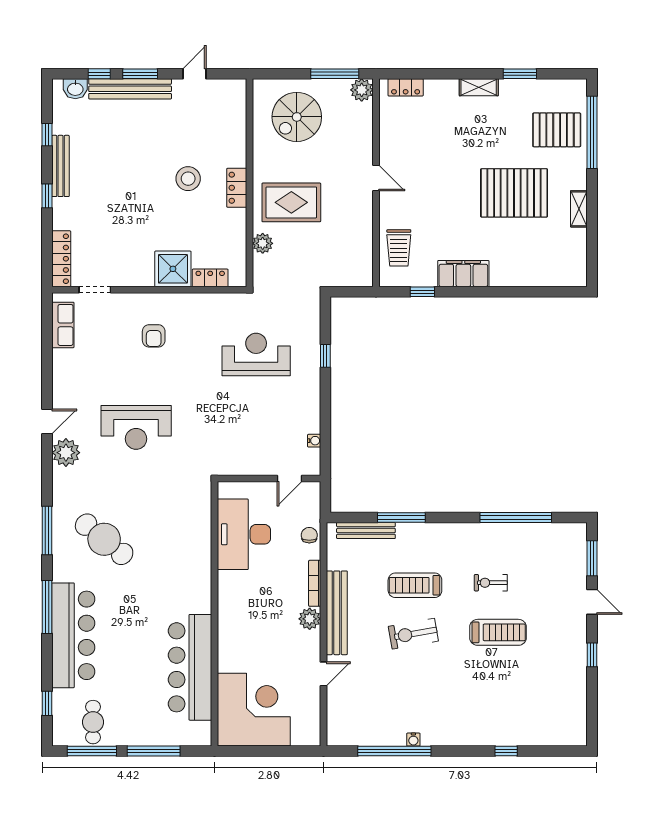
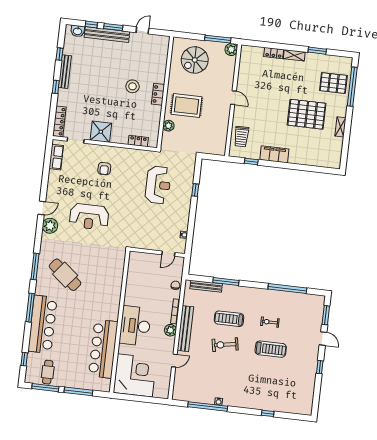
locker: (406, 87) -> (274, 53), moved
shower: (173, 269) -> (101, 132), moved
reception desk: (256, 354) -> (158, 185), turned 90
desk: (244, 534) -> (135, 326), moved

